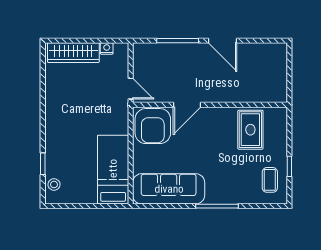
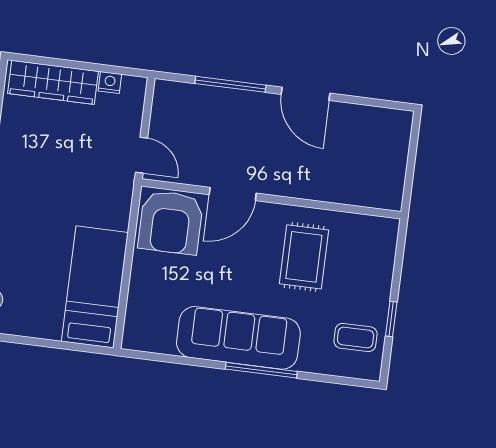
rug: (250, 130) -> (304, 257), moved
coffee table: (270, 180) -> (356, 337), turned 90
sofa: (169, 189) -> (238, 338), moved

